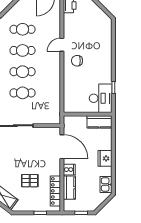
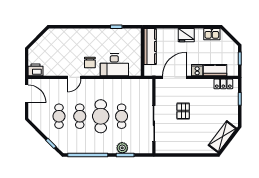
door: (62, 45) -> (74, 77), hinge flipped
cafe table: (23, 72) -> (101, 116), width x1.37, depth x1.35
desk: (101, 98) -> (114, 65), moved, turned 180
kitchen counter: (100, 122) -> (150, 46), width x1.50
pallet: (30, 181) -> (183, 111), moved
locker: (55, 191) -> (223, 84), width x0.66

